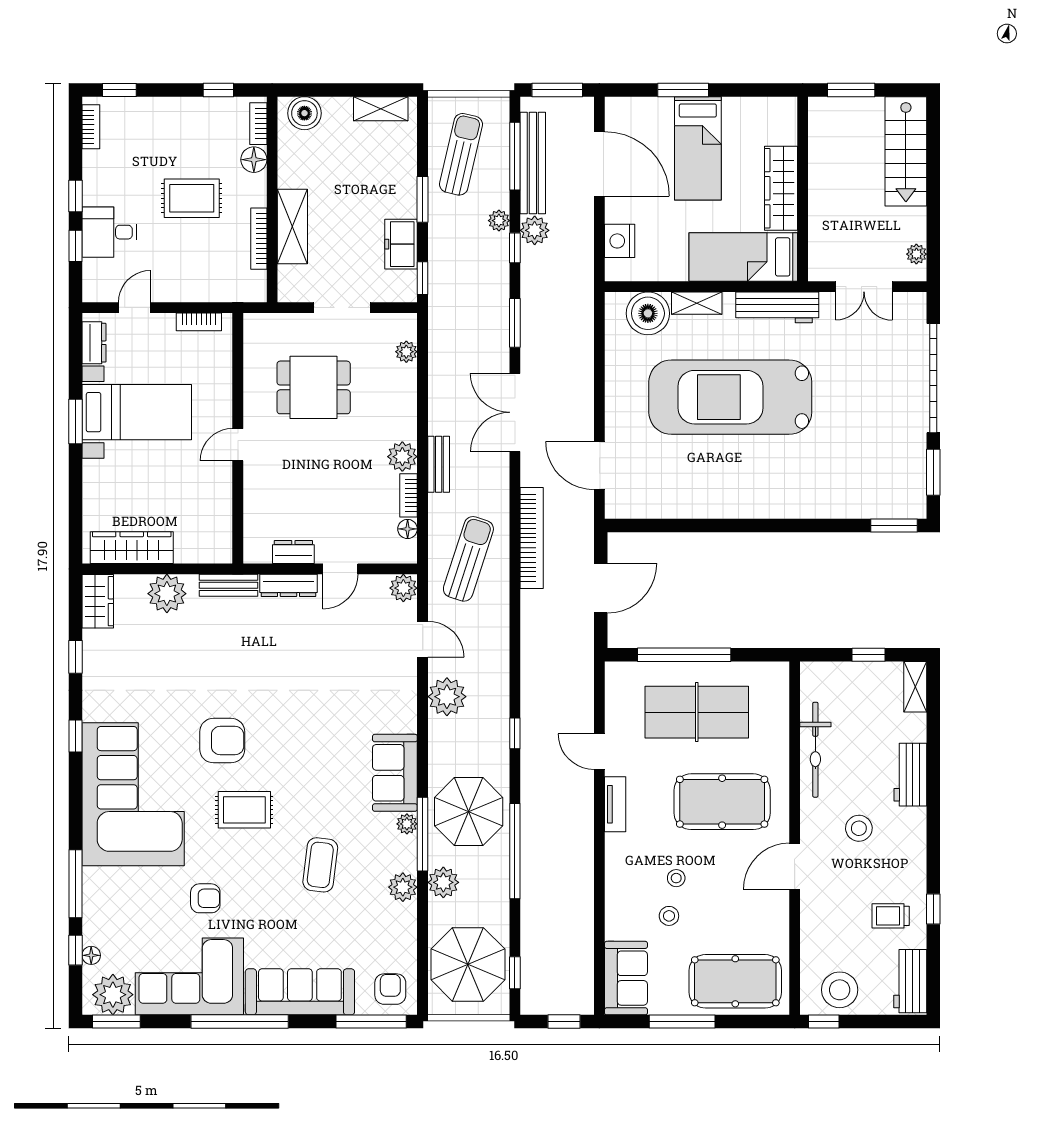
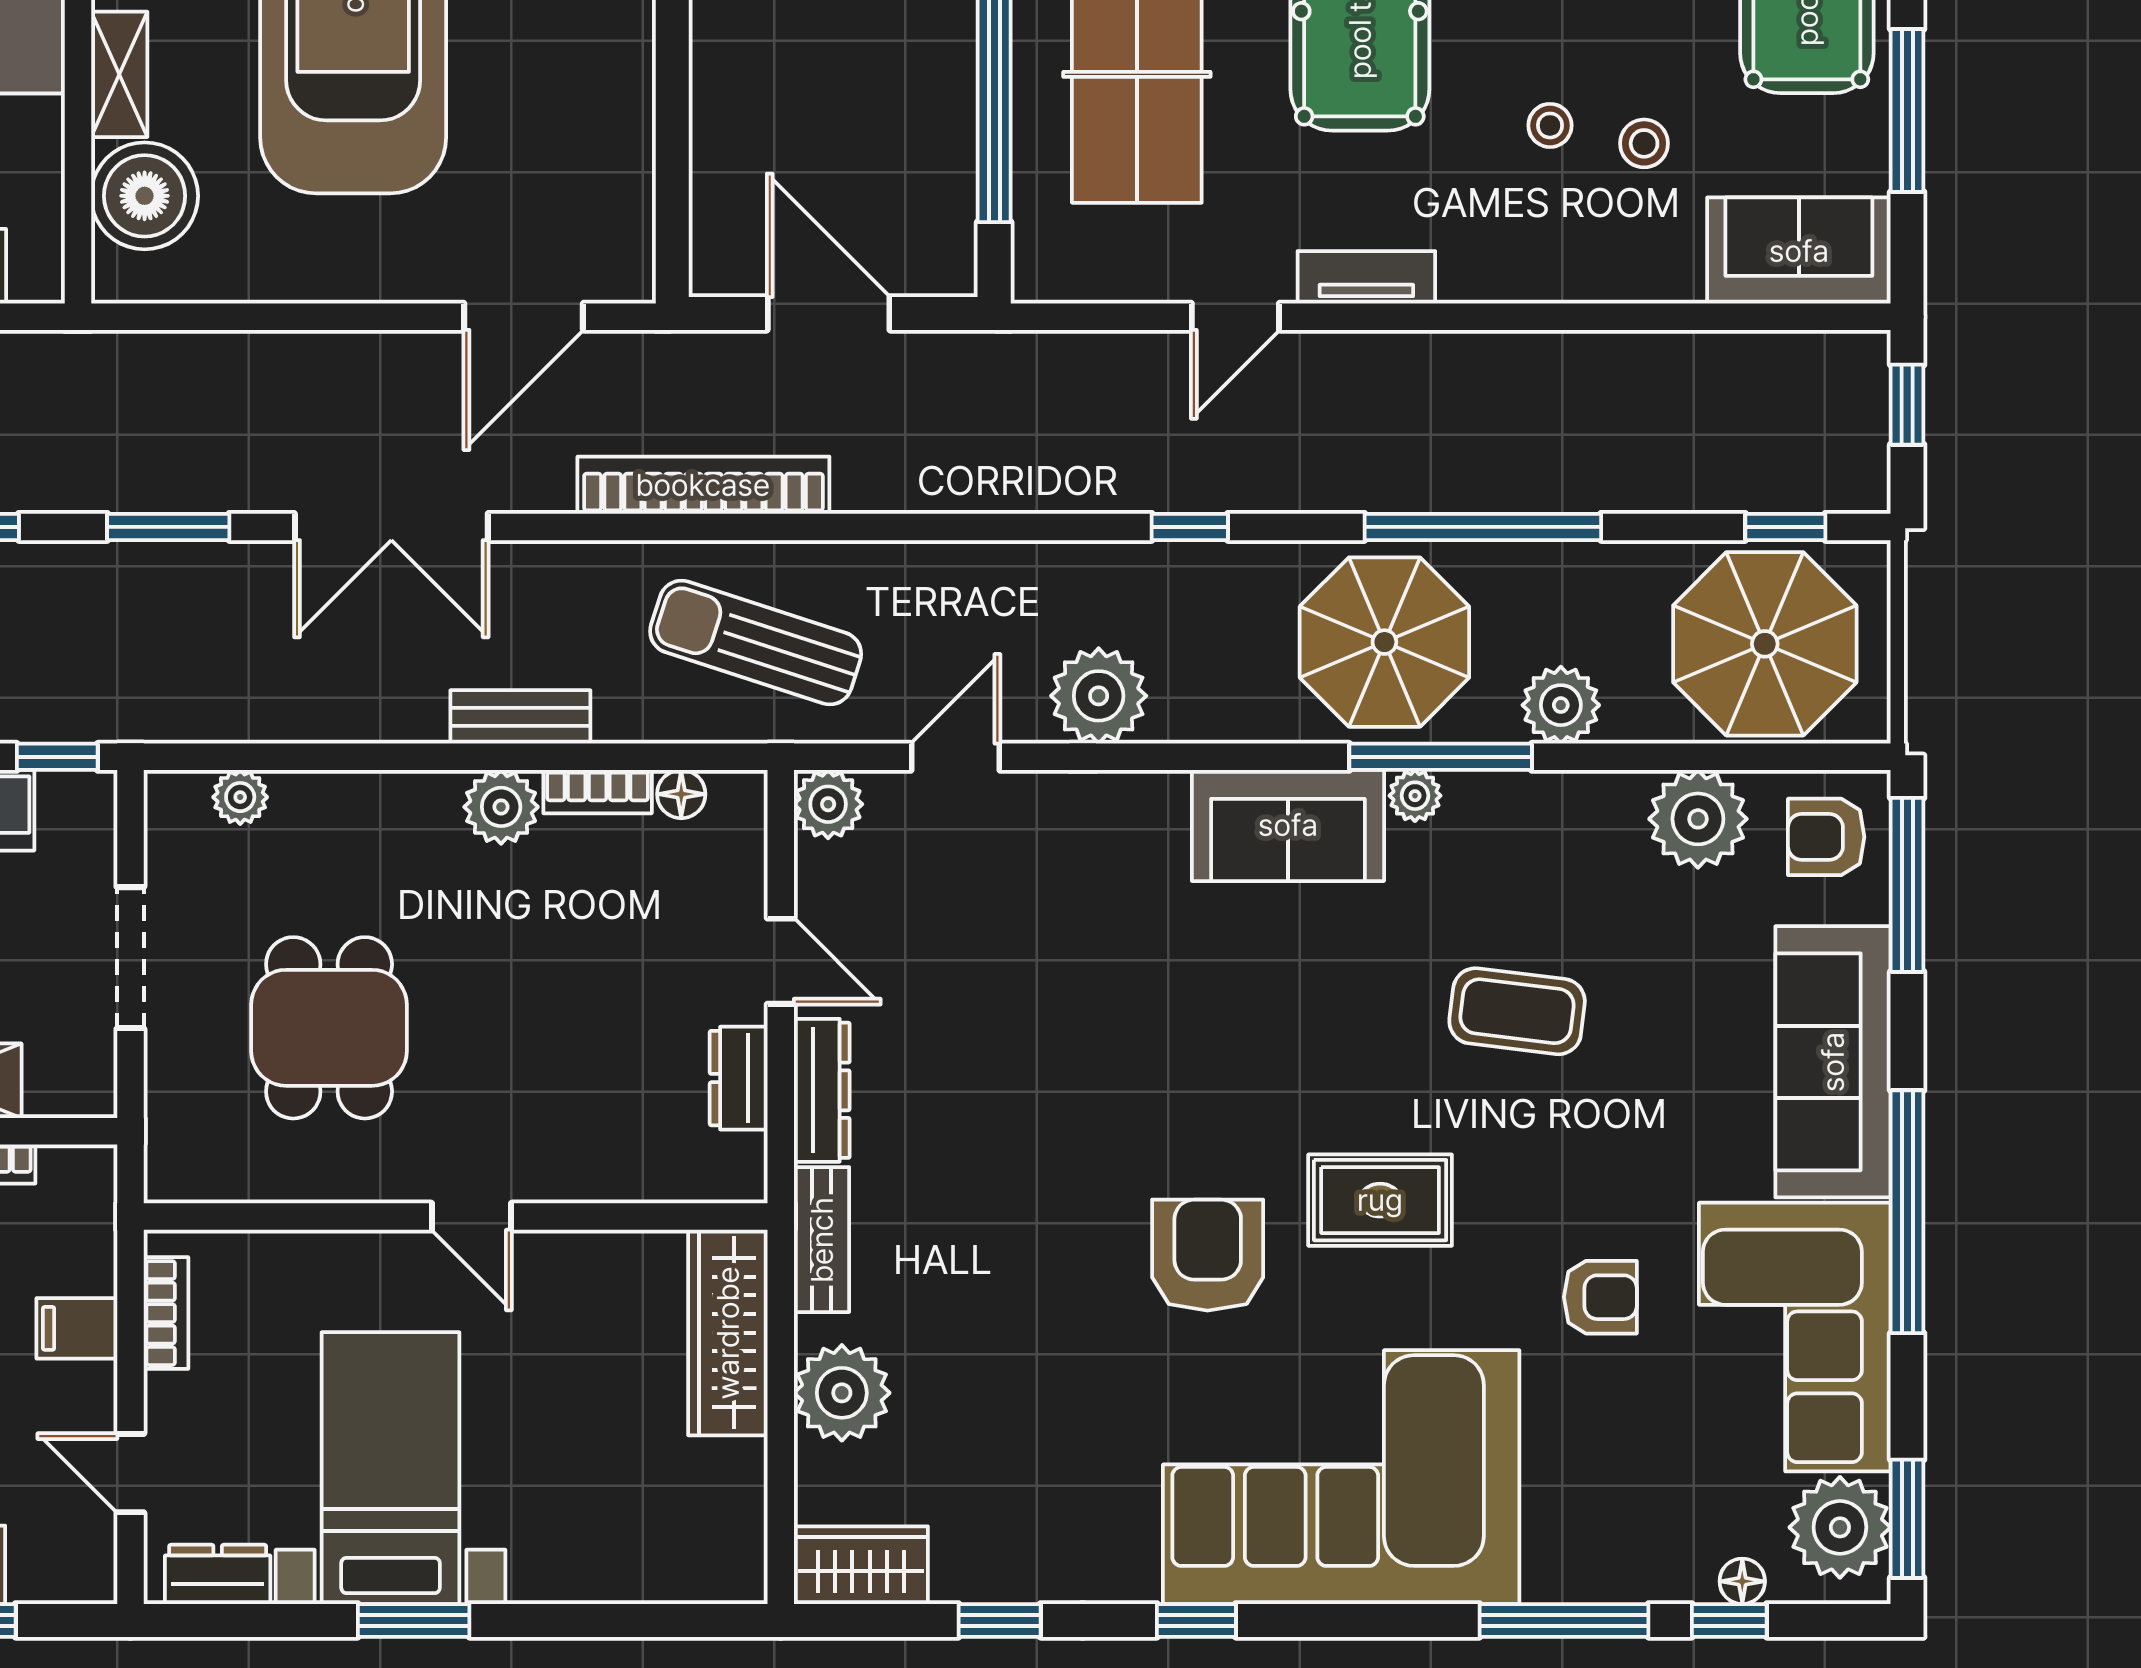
filing cabinet: (193, 286) -> (77, 1328), added
wardrobe: (132, 548) -> (728, 1333), moved
rug: (244, 810) -> (1380, 1200), turned 90
plant: (403, 887) -> (1698, 819), moved, width x1.36, depth x1.36
armchair: (205, 898) -> (1600, 1297), turned 90

